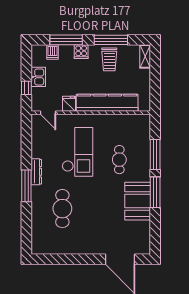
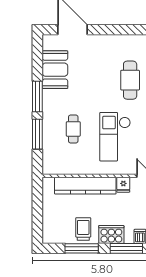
cooker: (81, 52) -> (111, 235), width x1.87, depth x1.31
shelving: (145, 56) -> (47, 232), removed
booth: (138, 201) -> (55, 70), moved

